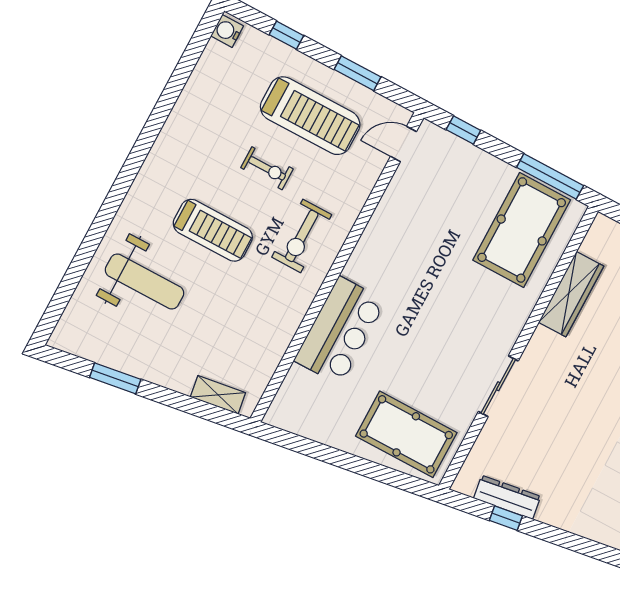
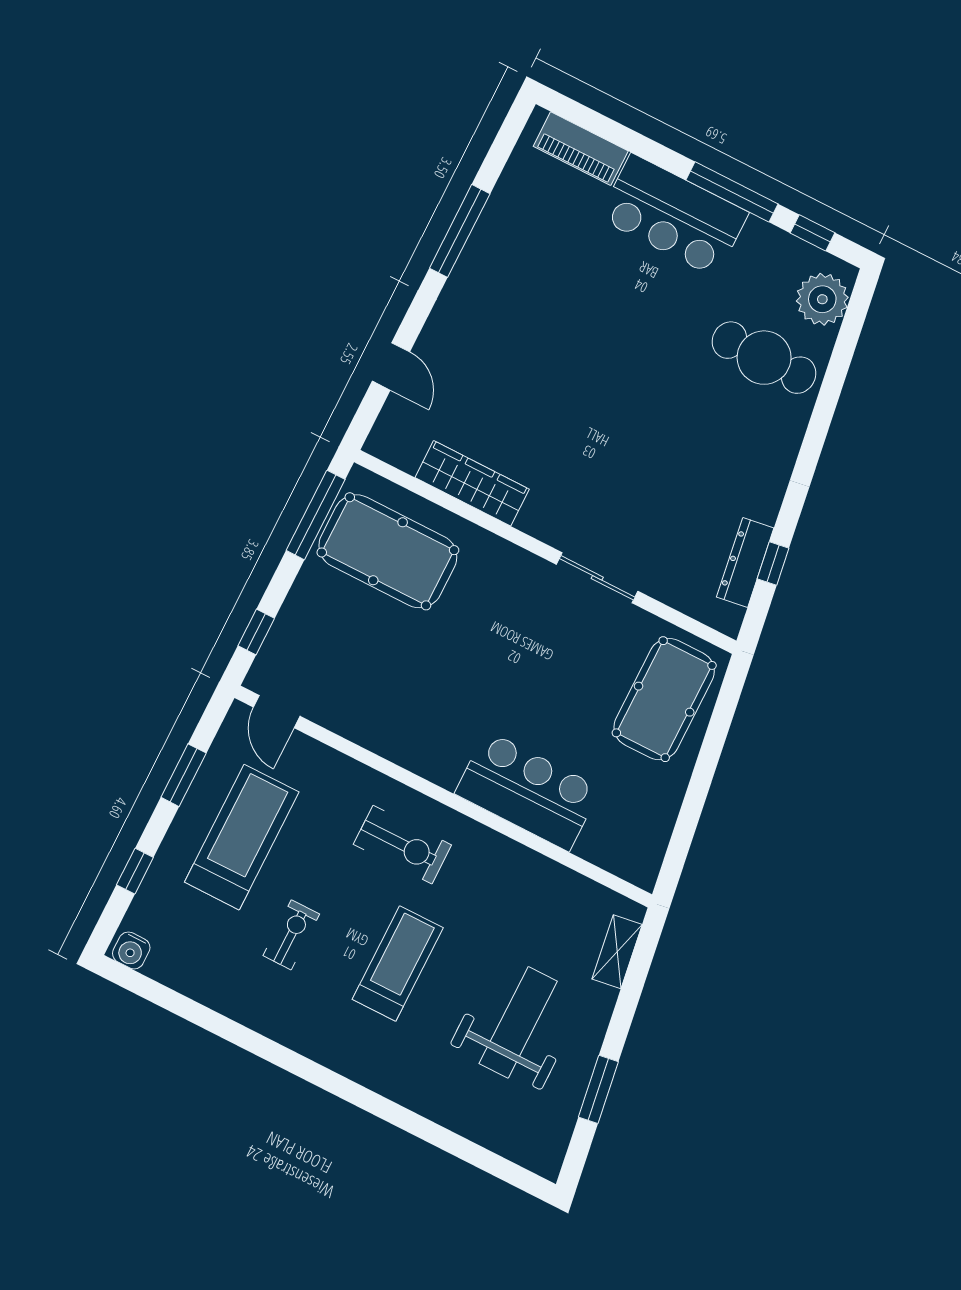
exercise bike: (267, 168) -> (291, 935), moved
weight bench: (145, 281) -> (518, 1022), moved

